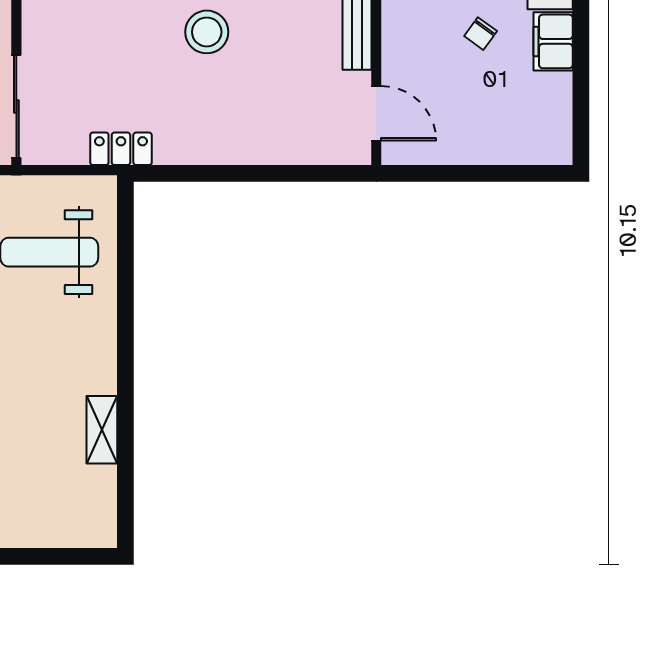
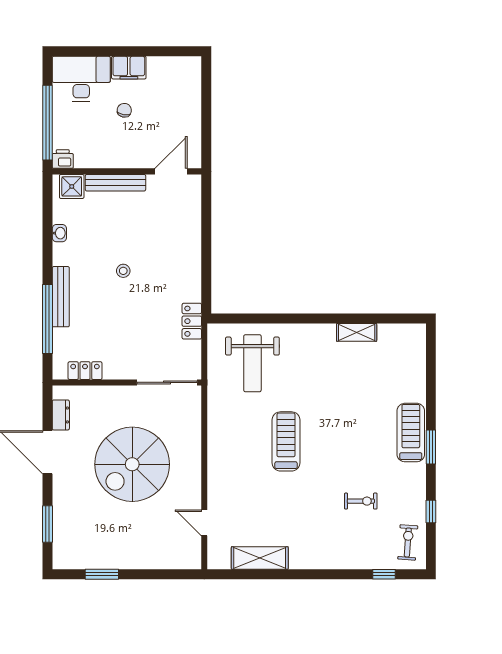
stool: (207, 32) -> (123, 271), width x0.53, depth x0.53
chair: (481, 34) -> (124, 110), turned -115

